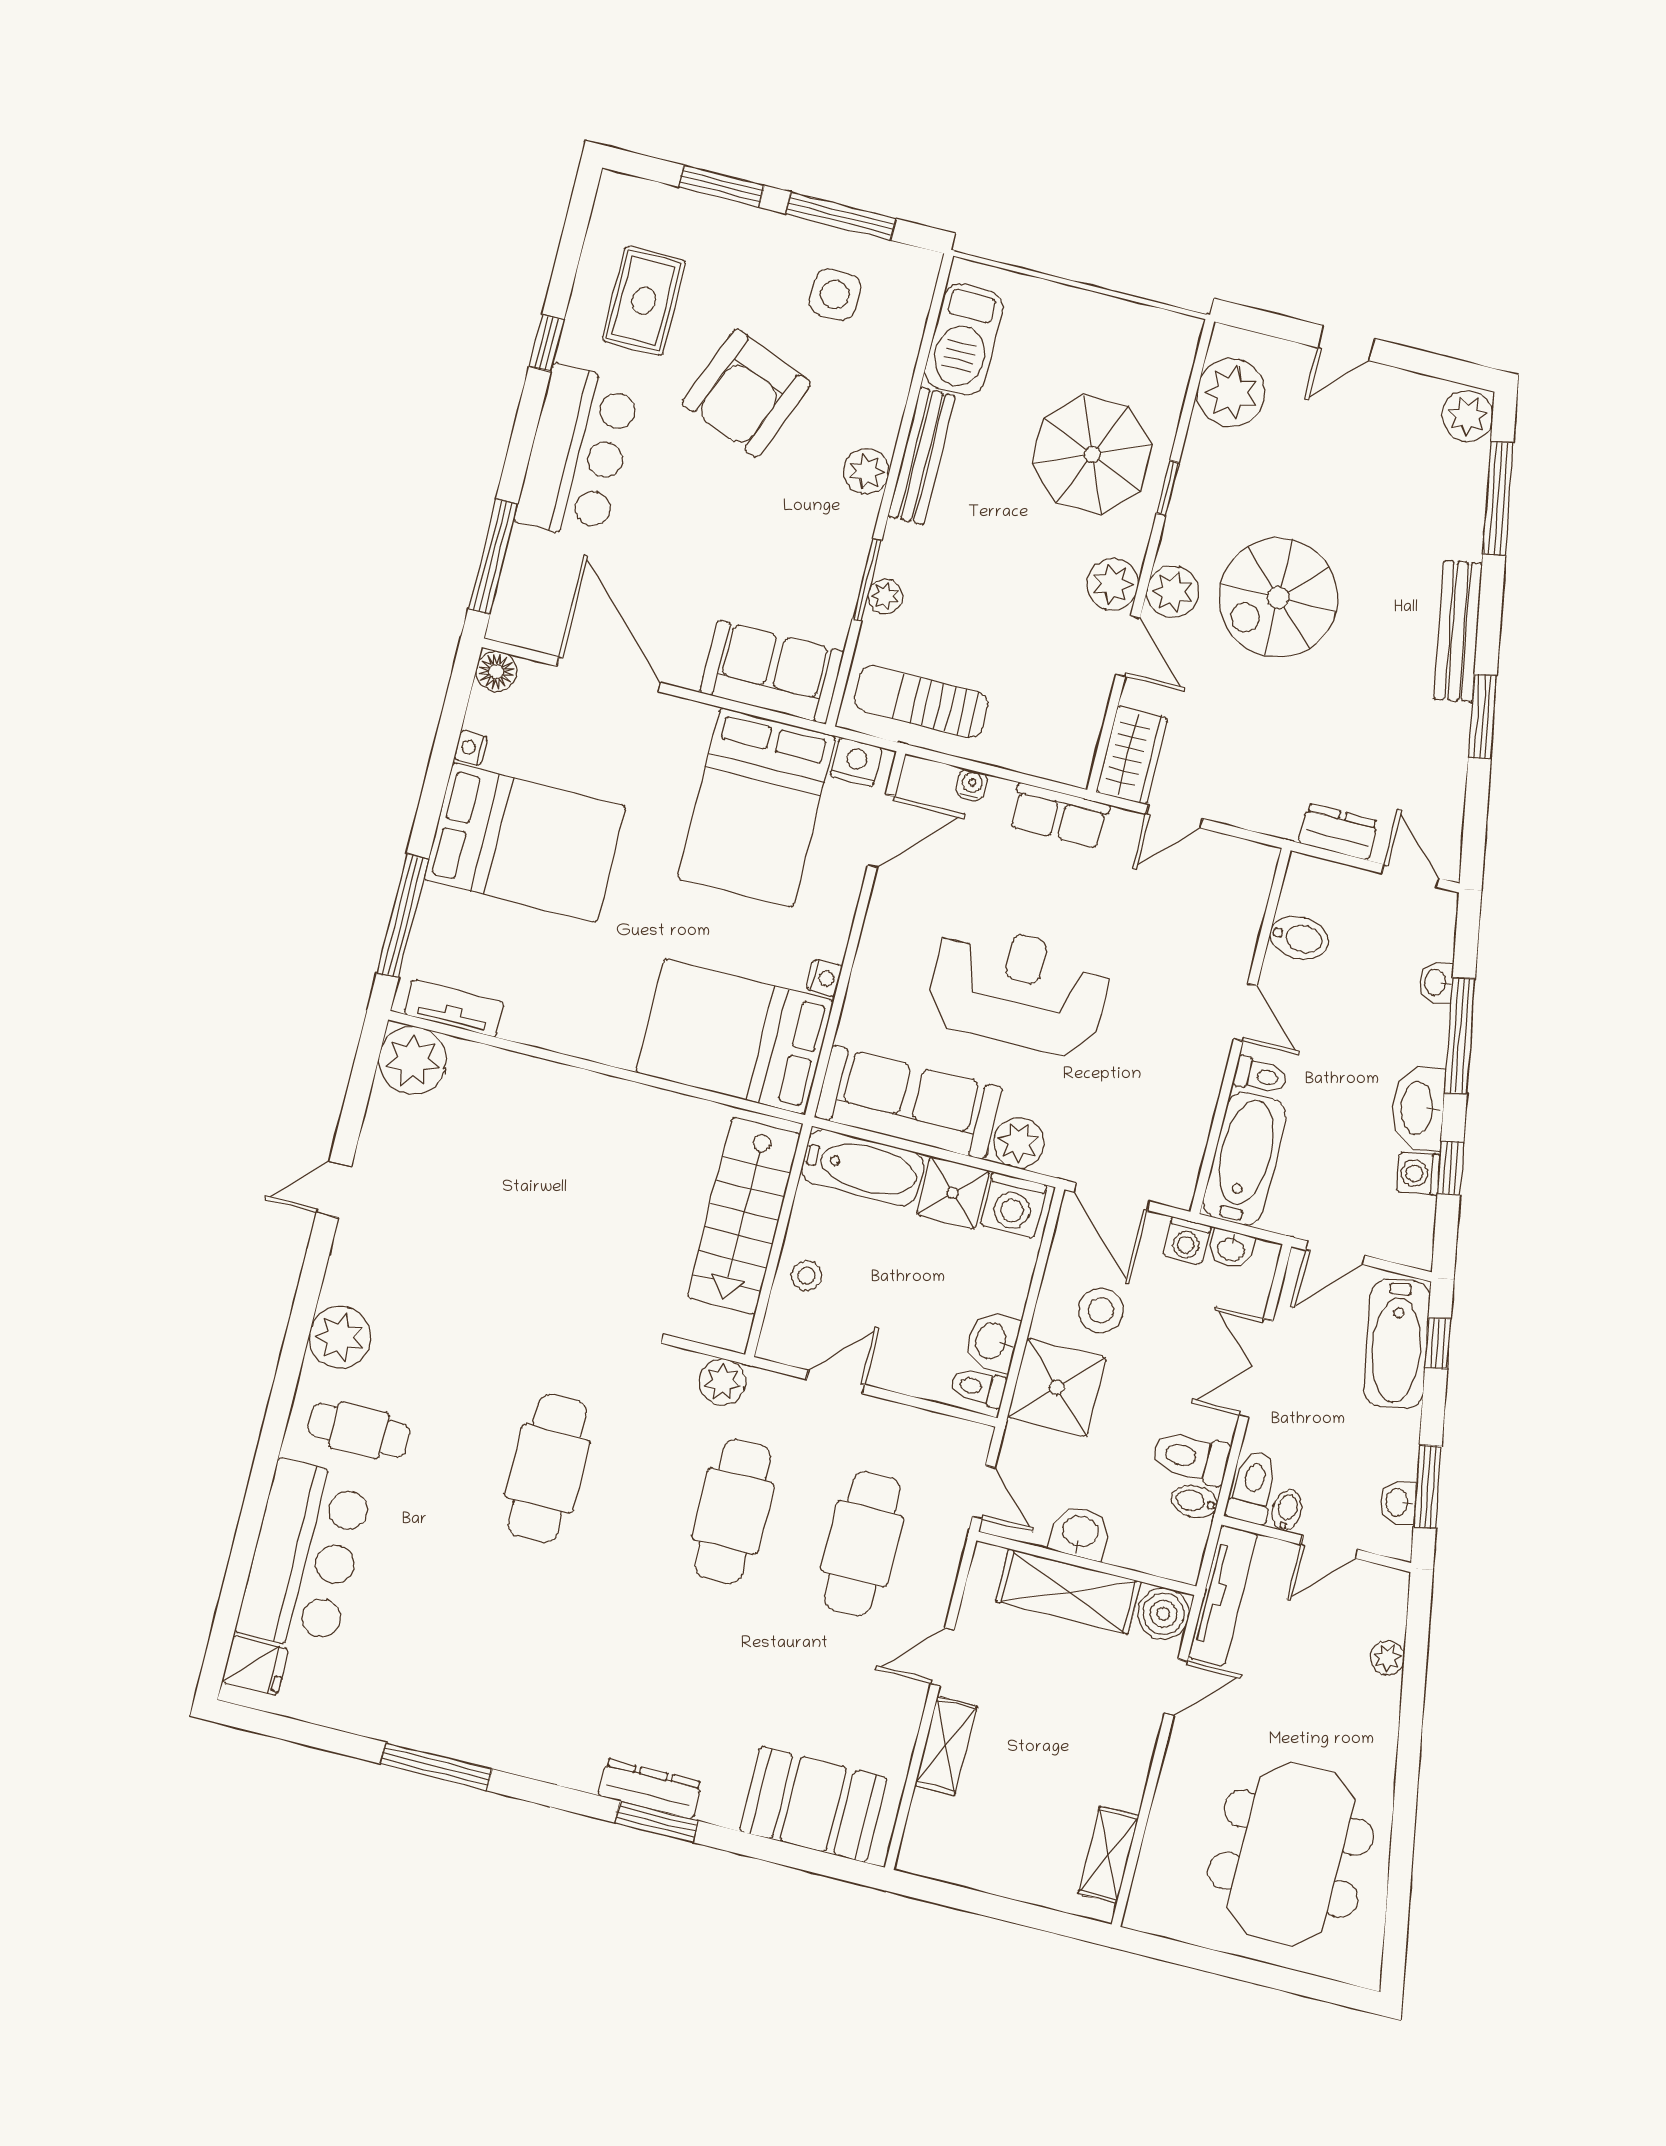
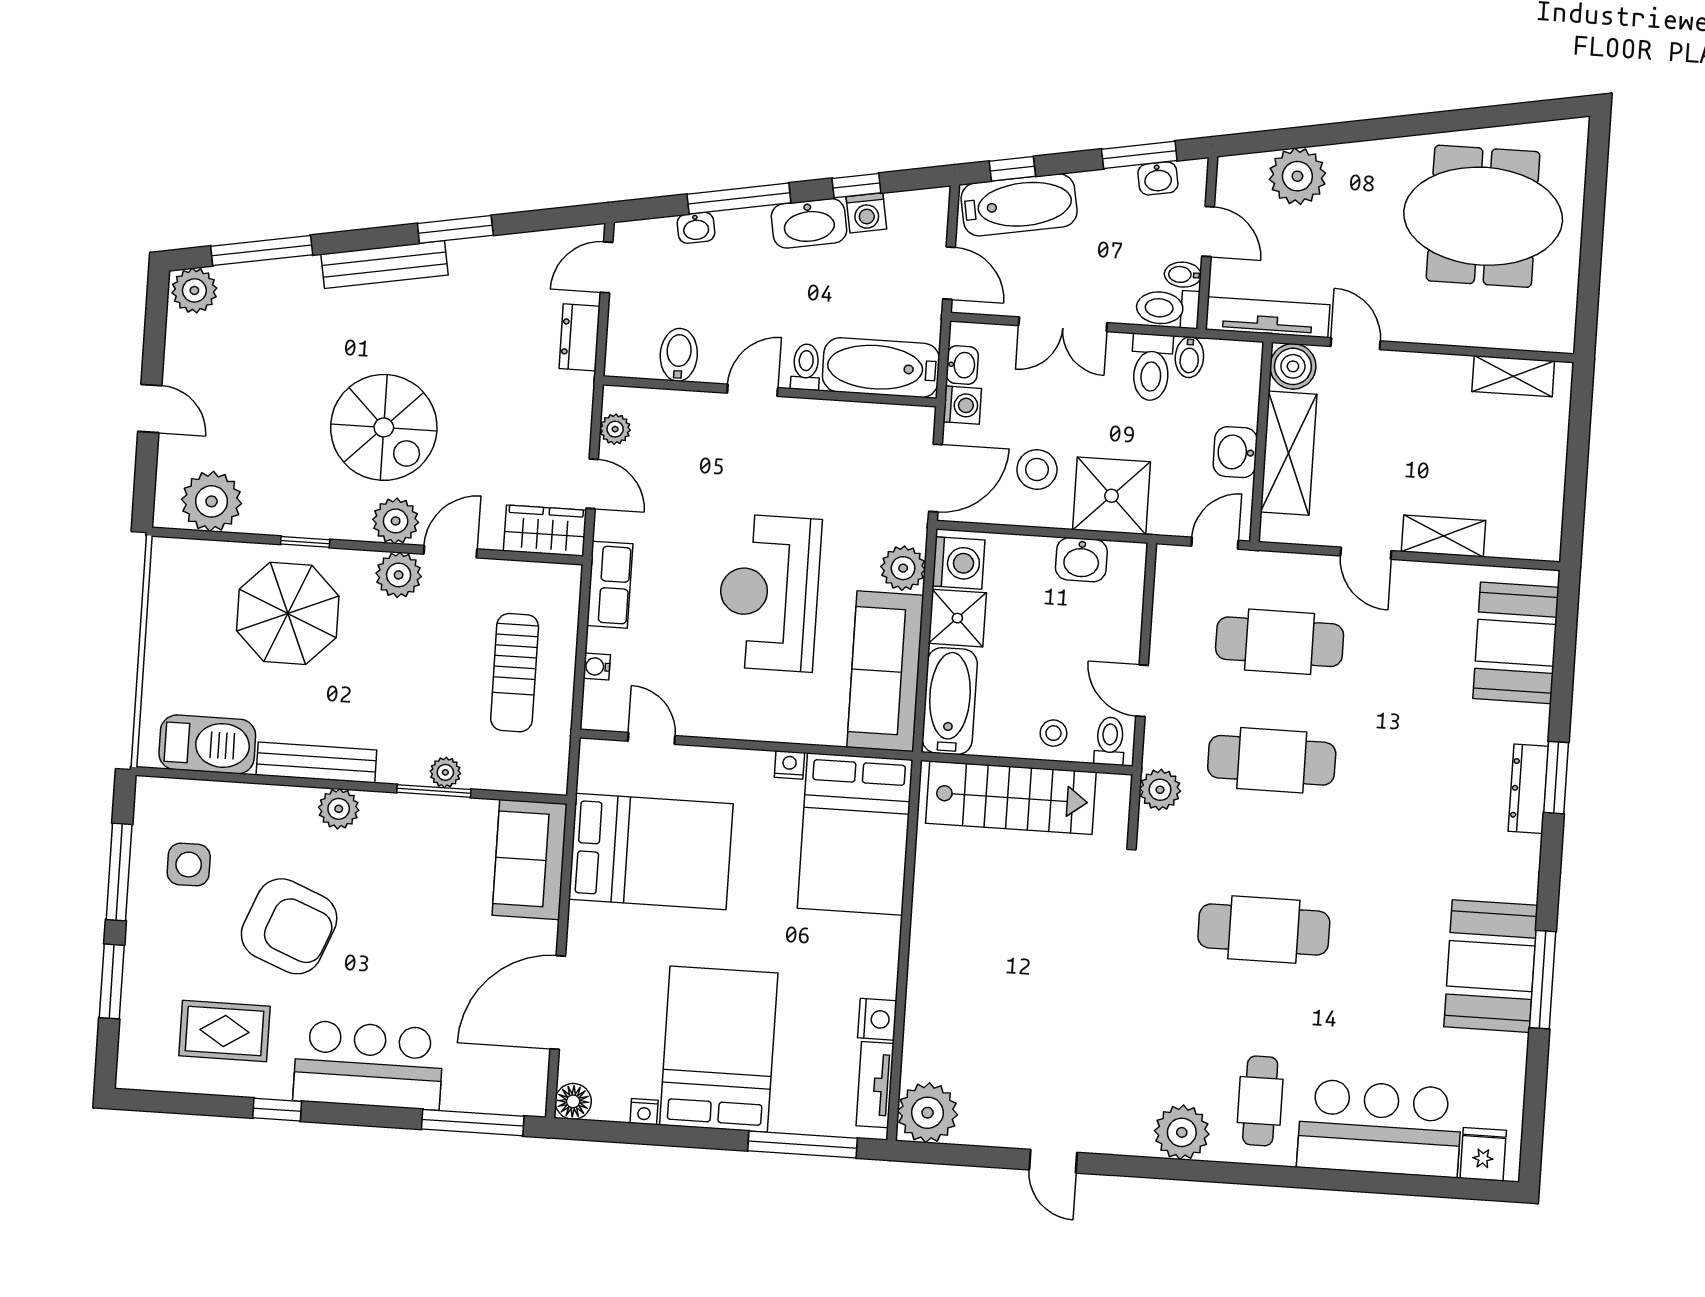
sun lounger: (921, 702) -> (515, 673), moved
nightstand: (856, 762) -> (877, 1019), moved, turned 180
door: (881, 831) -> (652, 738), width x0.73
plant: (1230, 853) -> (615, 429), added
toilet: (978, 1387) -> (1110, 741), moved, turned 180
plant: (1387, 1658) -> (1297, 176), width x1.88, depth x1.88
booth: (462, 1712) -> (1491, 966), added

